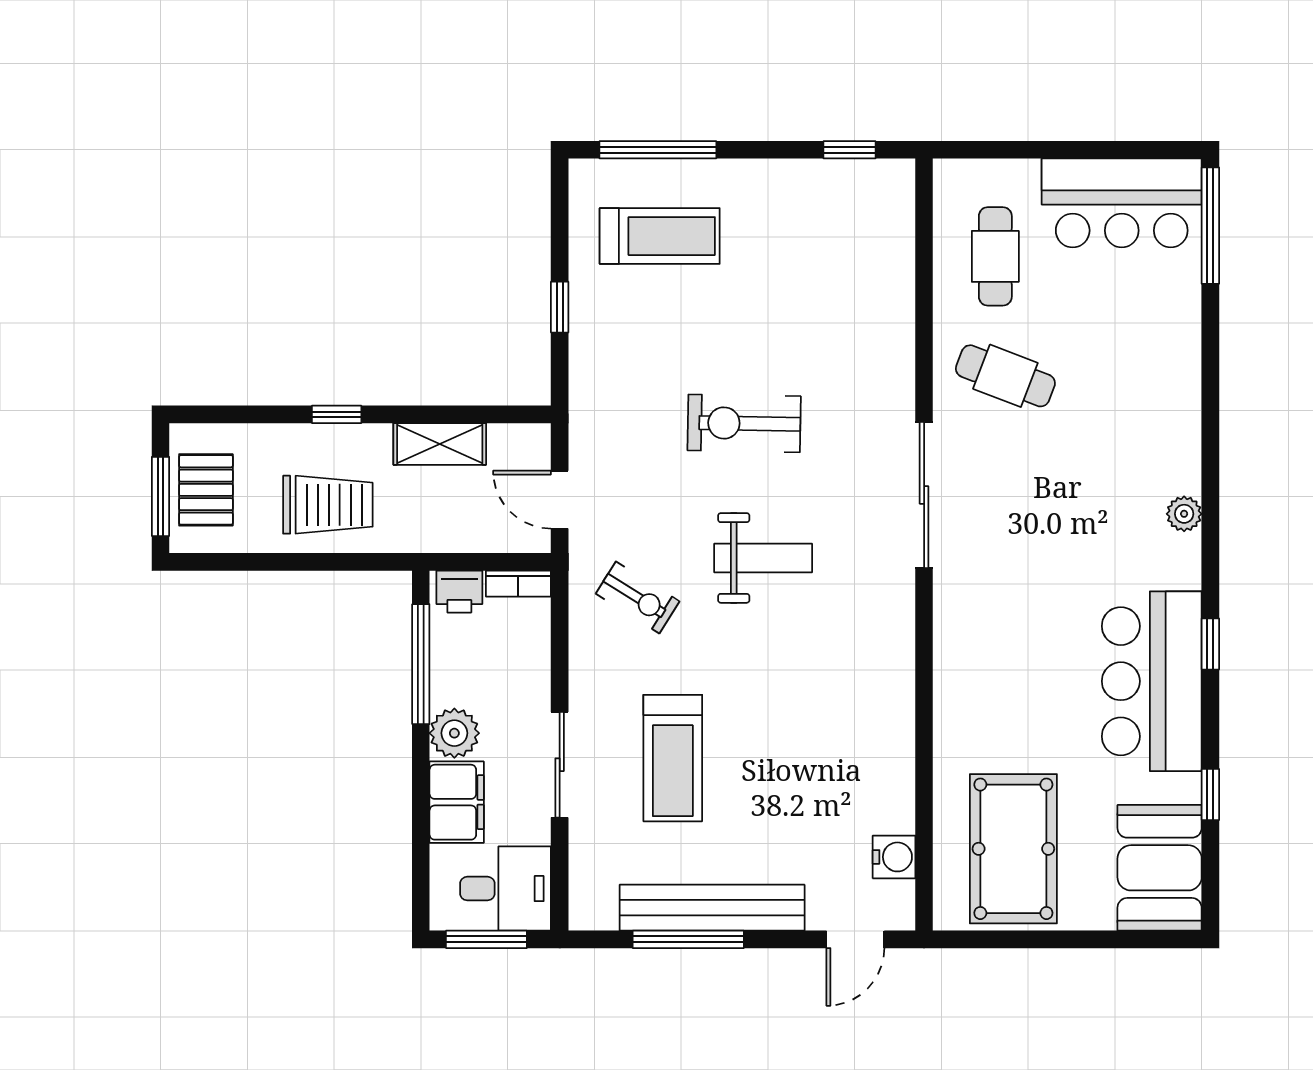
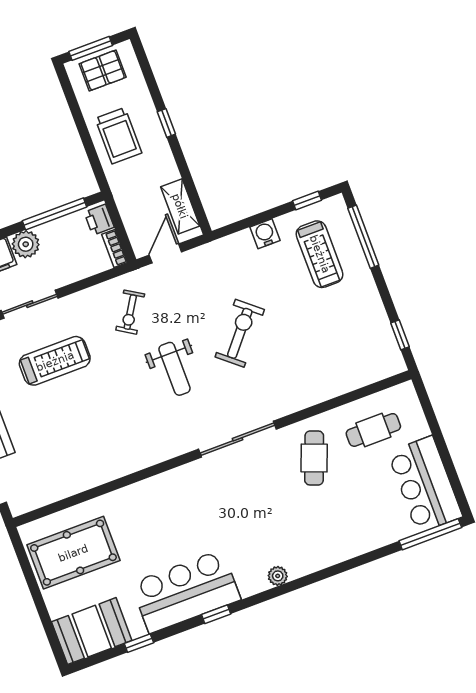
window: (560, 307) -> (307, 200), moved
exercise bike: (744, 423) -> (240, 333), turned 39
shelving: (440, 444) -> (180, 206), moved
treadmill: (673, 758) -> (55, 361), turned 180
water cooler: (894, 857) -> (265, 234), moved, turned 180

